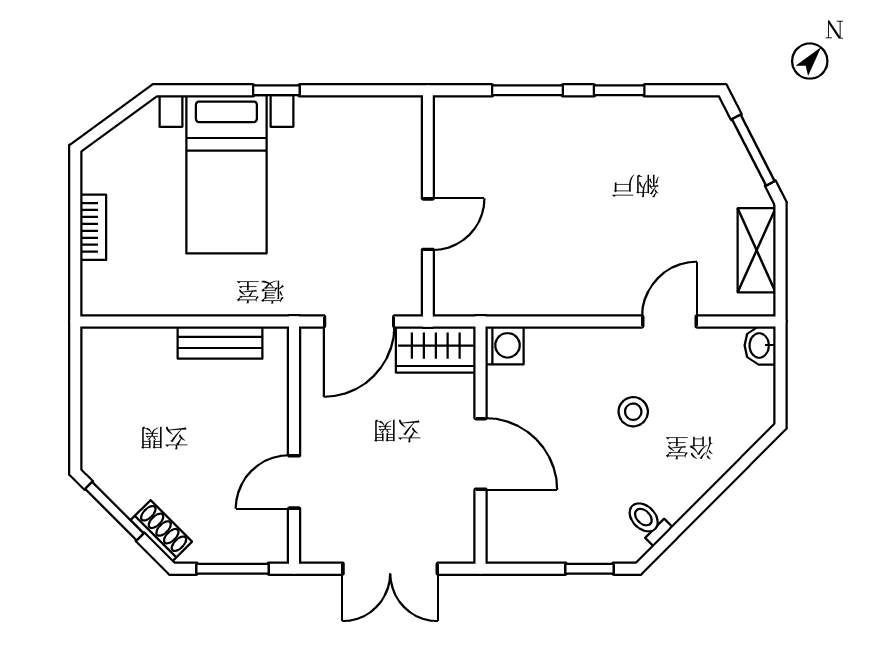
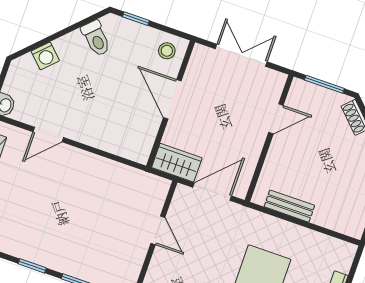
door: (428, 224) -> (158, 230), swing flipped
washing machine: (504, 345) -> (45, 56), moved, turned -135
stool: (633, 412) -> (167, 51), moved
toilet: (648, 521) -> (96, 38), width x1.37, depth x1.39

